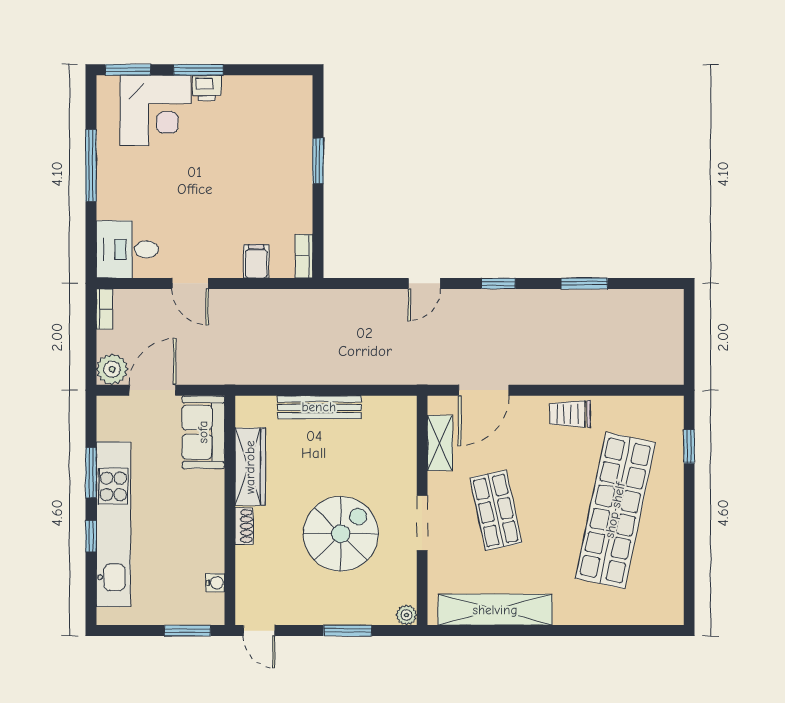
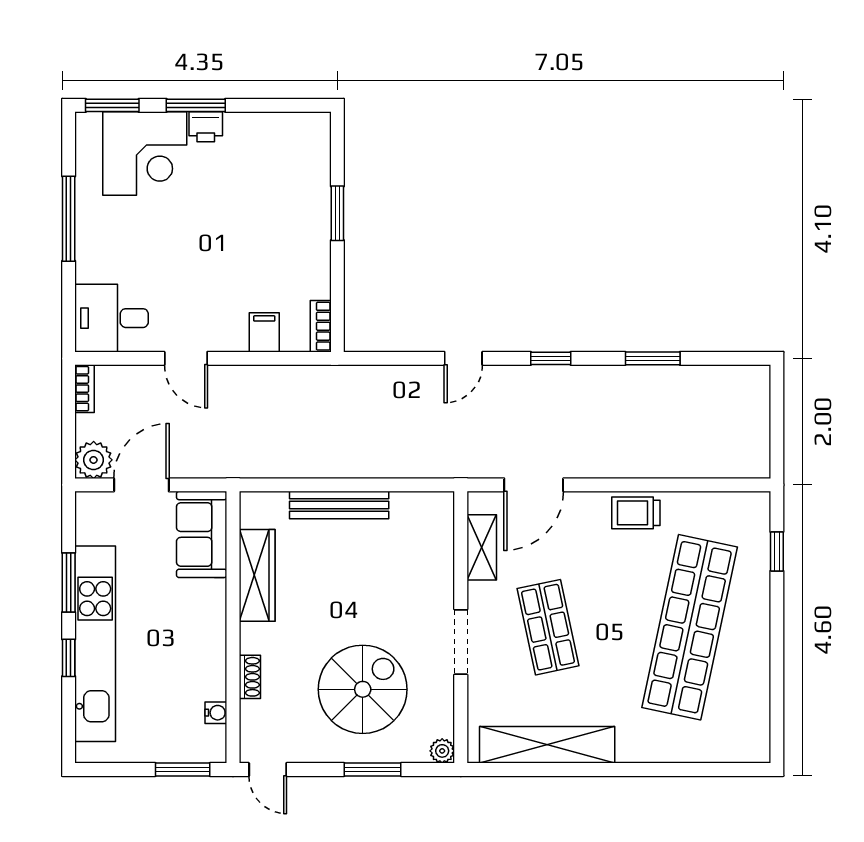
shoe rack: (244, 526) -> (250, 677), moved
spiral stairs: (341, 534) -> (363, 689), moved

